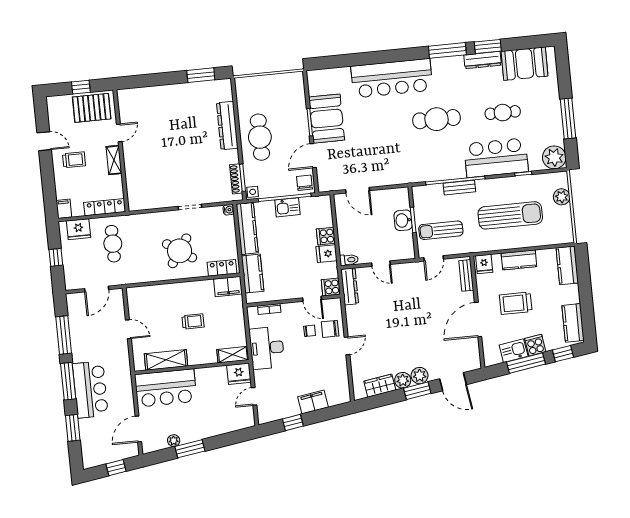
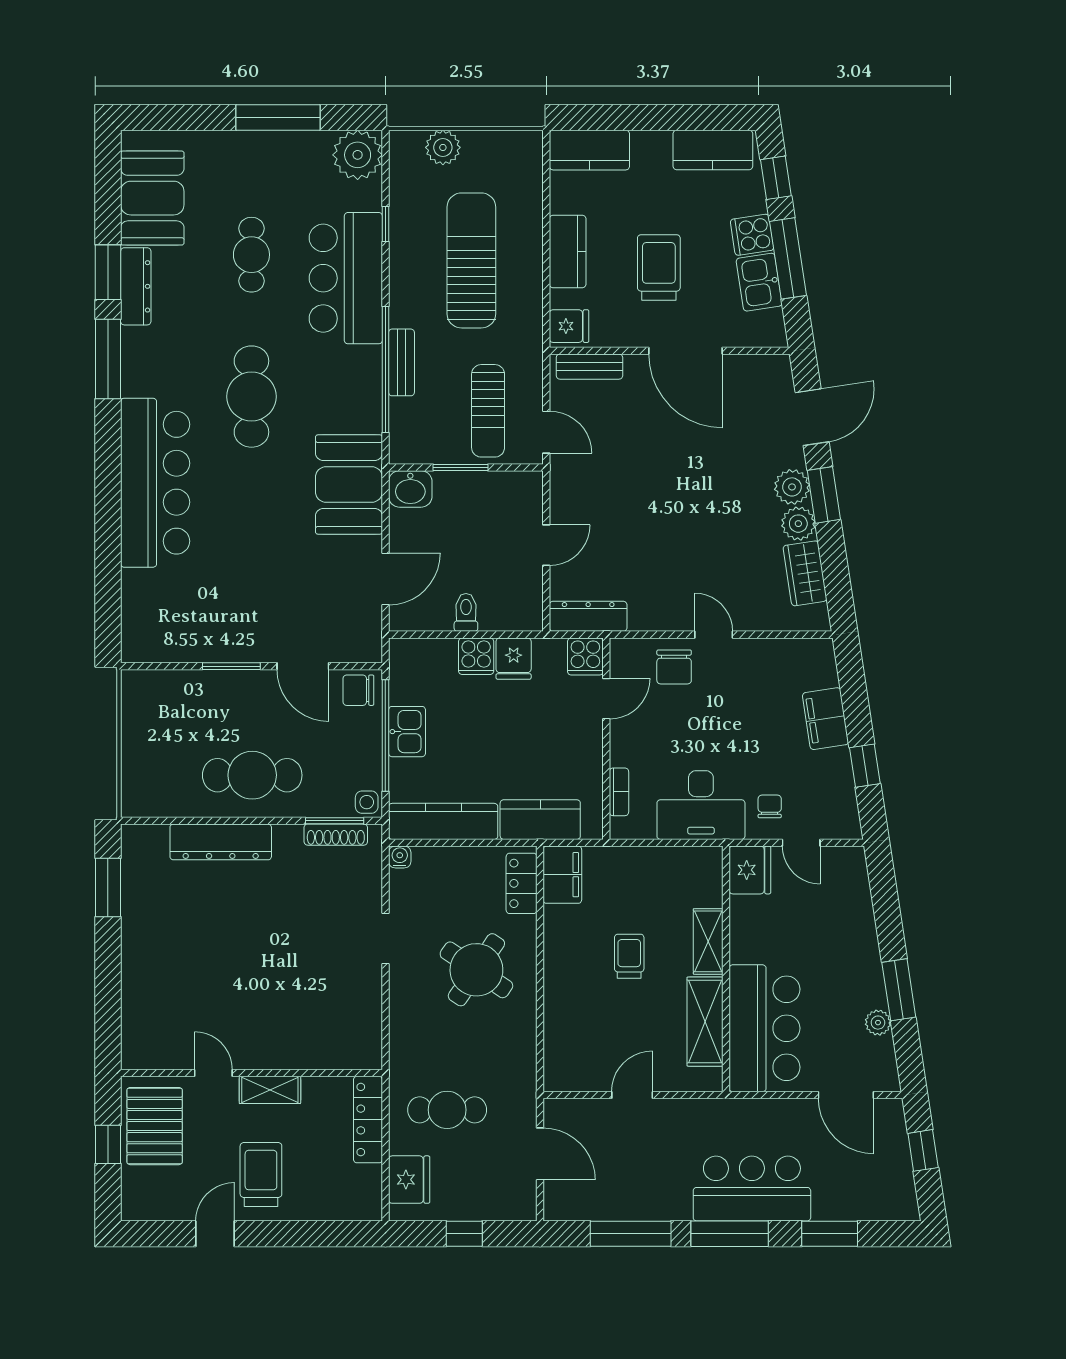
booth: (327, 119) -> (349, 485), moved, turned 90
trolley: (74, 160) -> (261, 1175), width x1.36, depth x1.39
filing cabinet: (64, 209) -> (363, 1206), removed
washbasin: (403, 220) -> (410, 489), moved
toilet: (349, 260) -> (466, 612), moved
trolley: (516, 303) -> (659, 268), turned 180
chair: (310, 331) -> (770, 806), moved
shelving: (233, 355) -> (708, 941), moved

